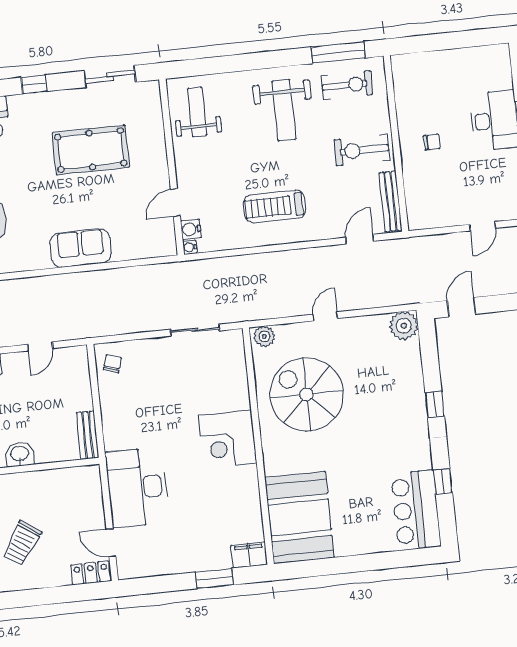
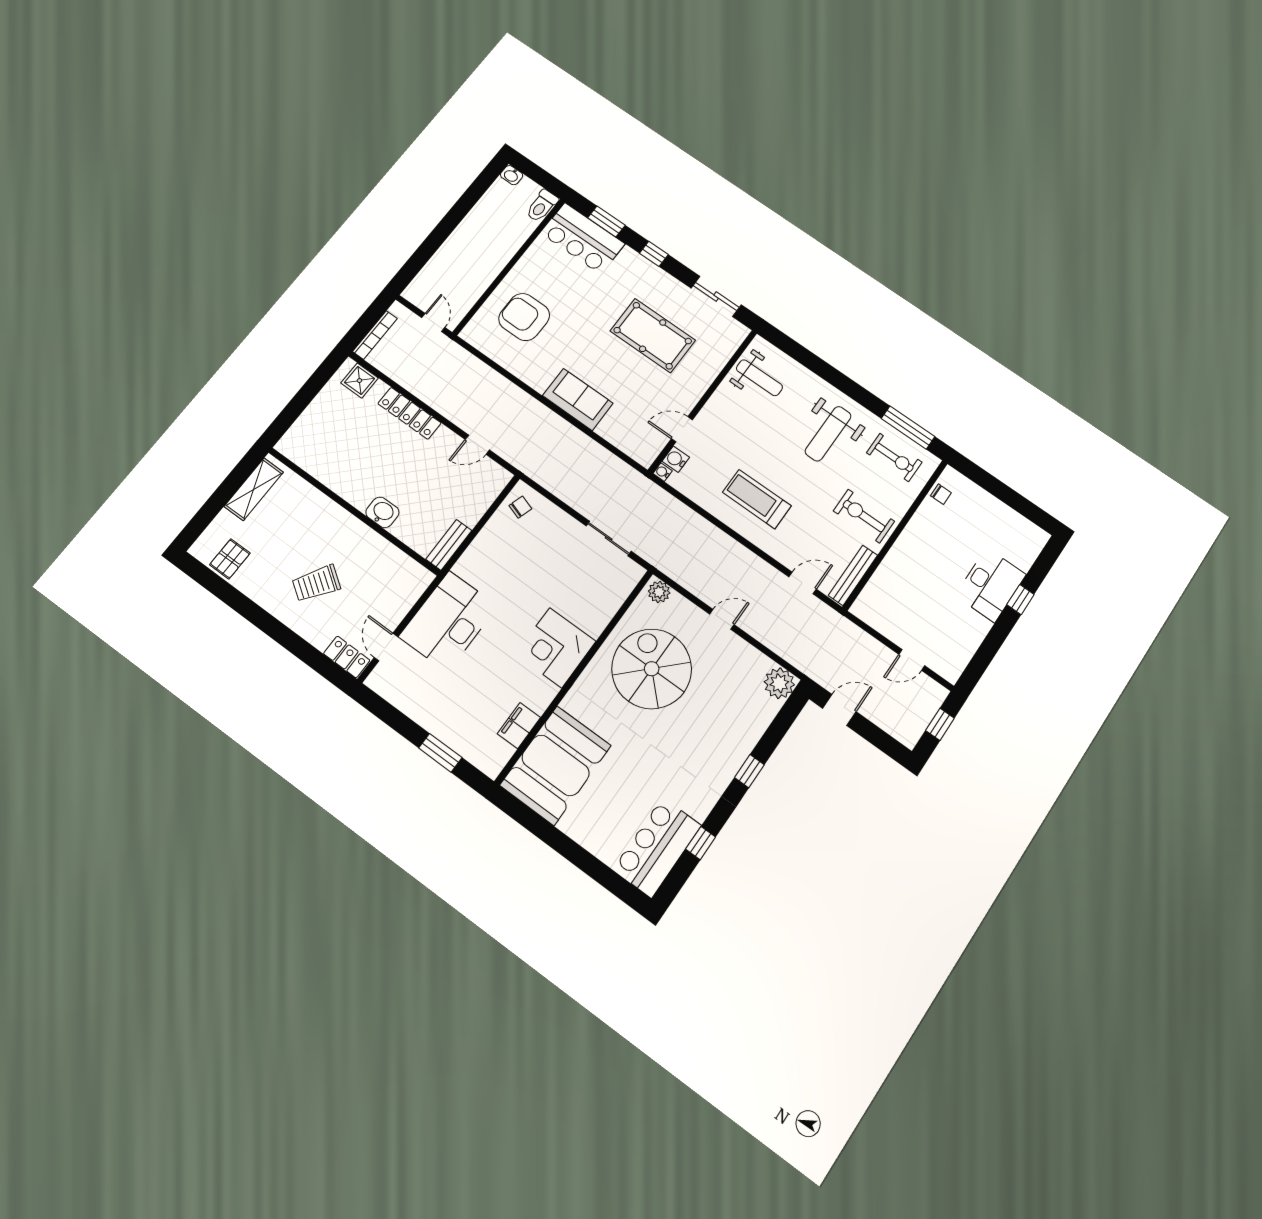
weight bench: (197, 112) -> (759, 378), turned 90
chair: (432, 142) -> (941, 494), moved
filing cabinet: (249, 555) -> (519, 726), moved, turned -90

